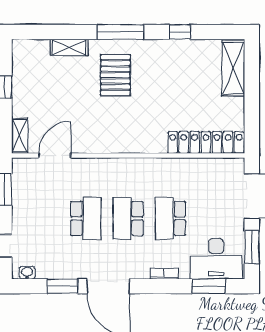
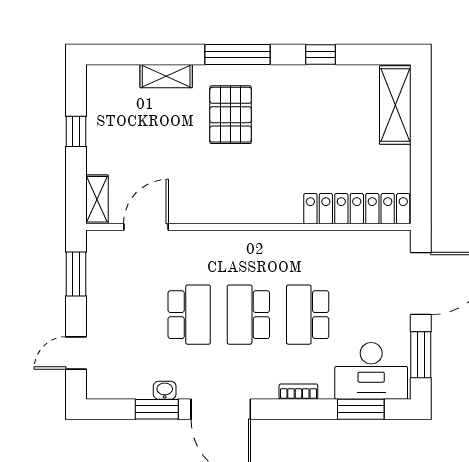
washbasin: (27, 273) -> (165, 390), moved

